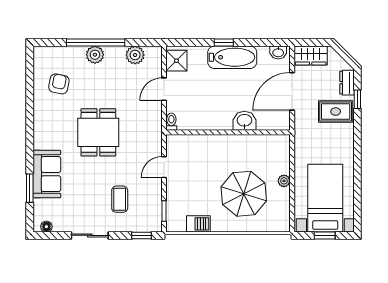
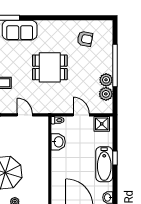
plant: (95, 55) -> (106, 80), moved
washbasin: (244, 121) -> (58, 142), moved

